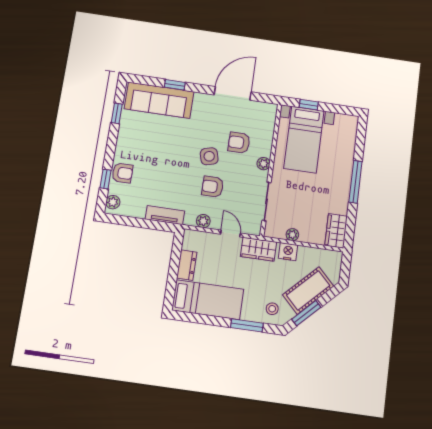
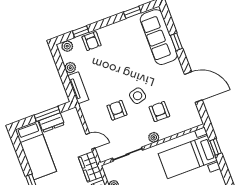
plant: (203, 221) -> (70, 68), moved
door: (230, 234) -> (91, 141), hinge flipped
window: (174, 265) -> (47, 114), added

